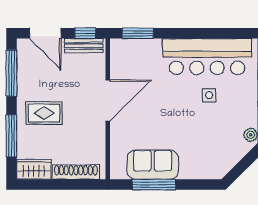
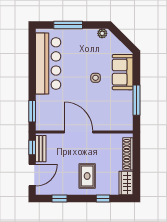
window: (11, 73) -> (60, 198), width x0.46
side table: (209, 95) -> (96, 78), moved
window: (11, 136) -> (103, 198), width x0.46
sofa: (153, 165) -> (123, 72), moved

